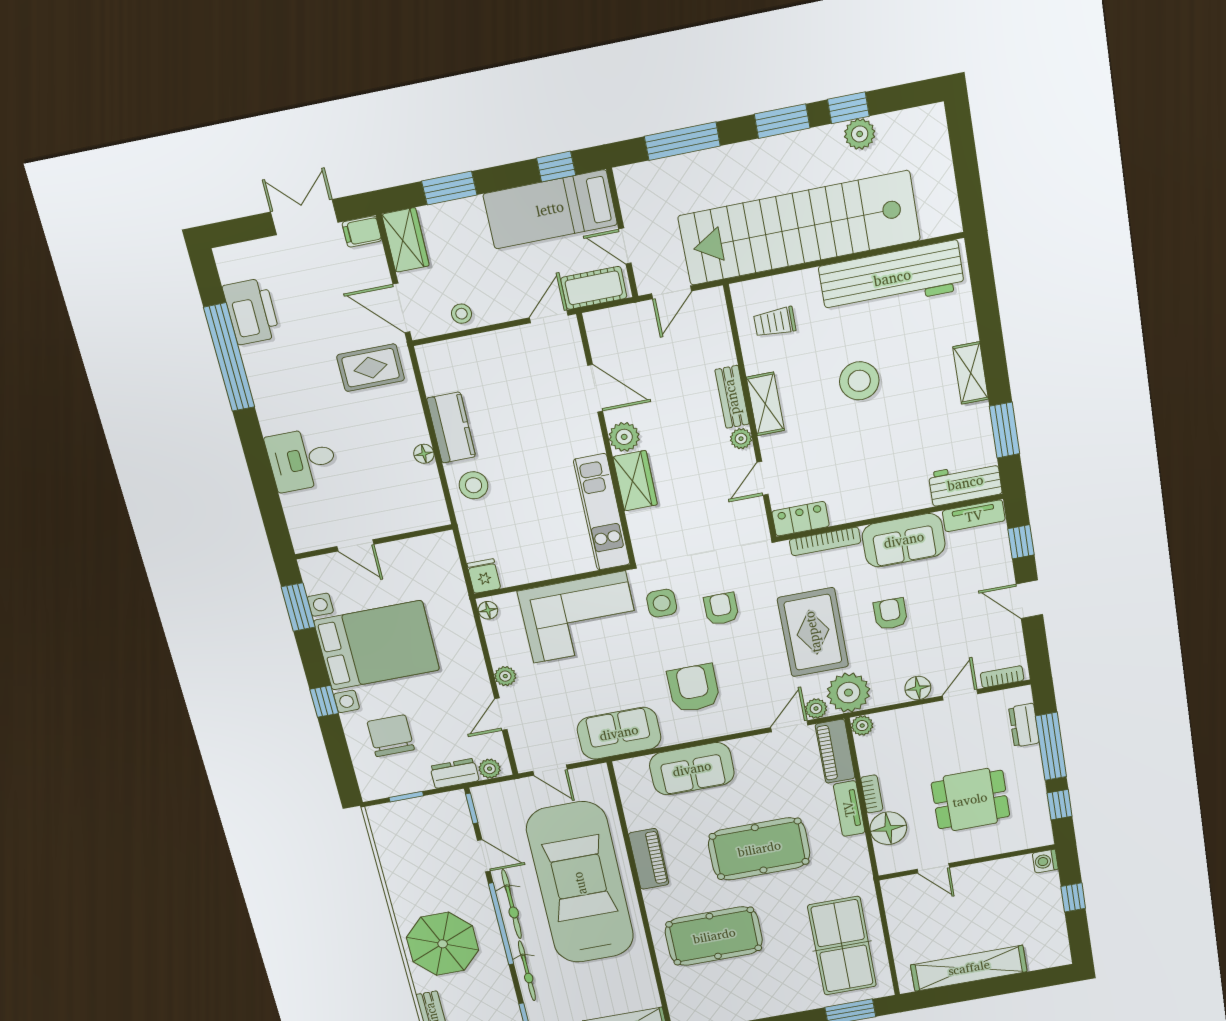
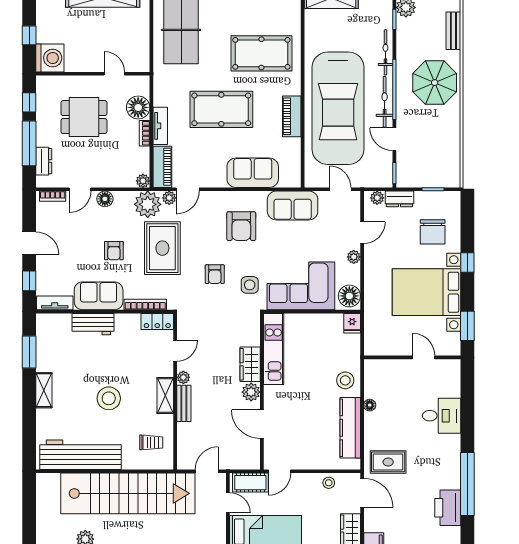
kitchen counter: (451, 428) -> (350, 428), width x1.50
workbench: (965, 483) -> (93, 324), moved
floor lamp: (488, 610) -> (349, 296), width x1.89, depth x1.89
washing machine: (1045, 861) -> (50, 58), width x1.89, depth x1.89

